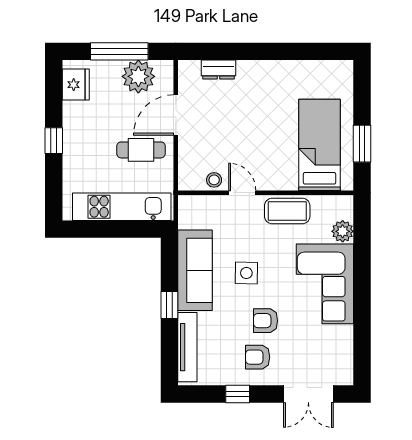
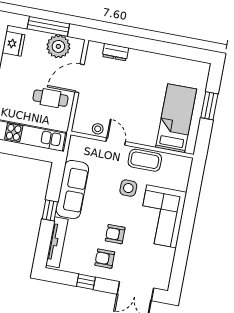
window: (362, 144) -> (209, 106), moved
plant: (343, 231) -> (181, 182), removed
side table: (246, 273) -> (128, 188), moved

